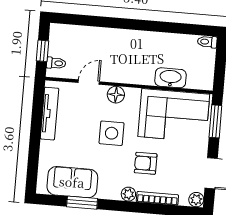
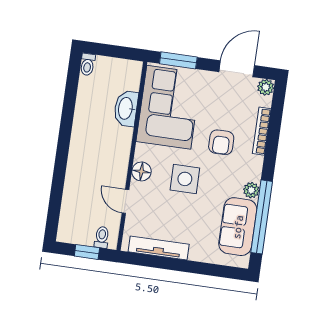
plant: (128, 194) -> (251, 190), moved
window: (82, 203) -> (262, 217), width x2.11

